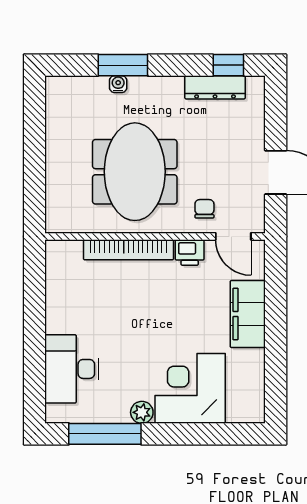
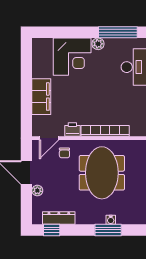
plant: (255, 139) -> (37, 191), added
door: (233, 236) -> (49, 138), swing flipped

